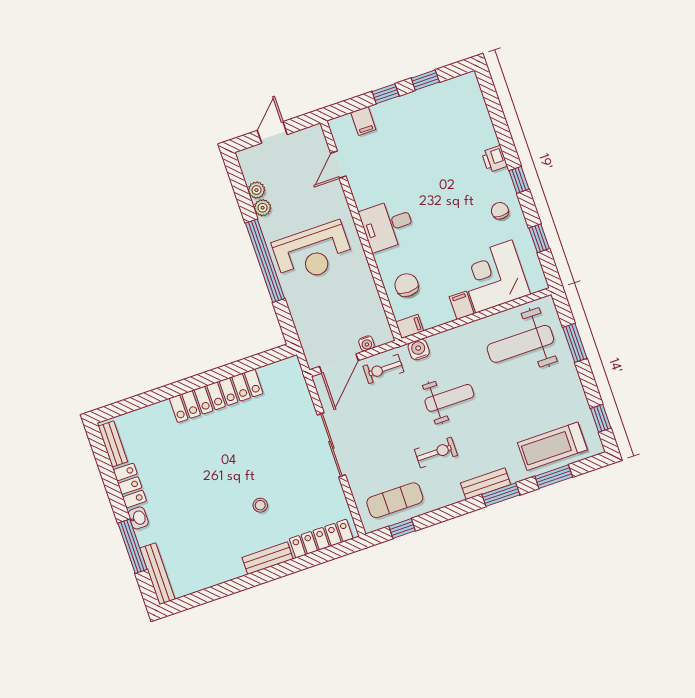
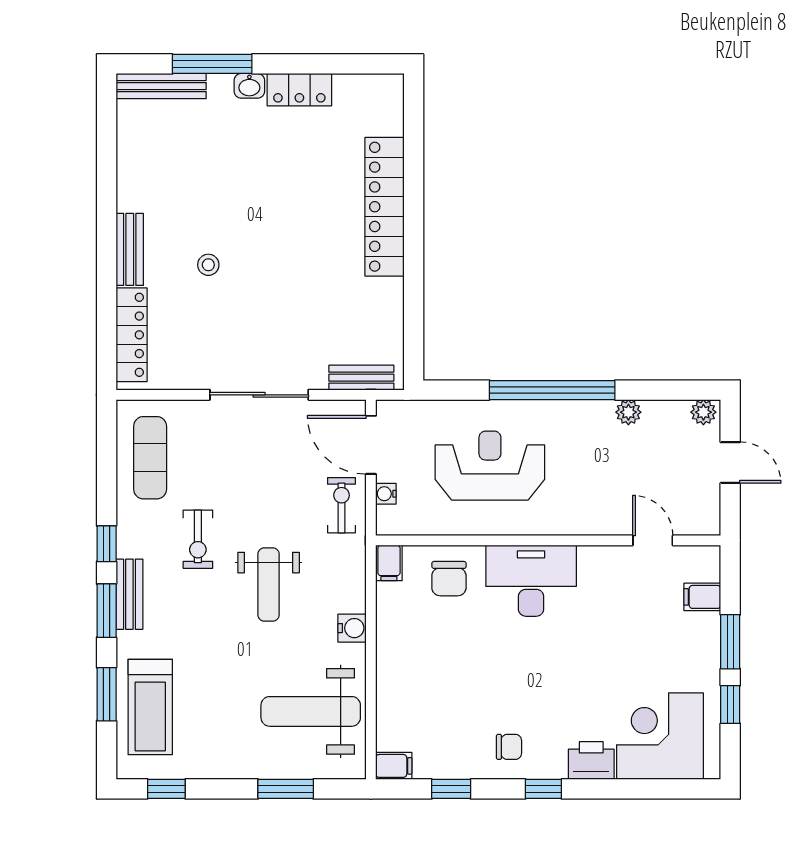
window: (386, 94) -> (730, 642), width x1.50
printer: (494, 159) -> (591, 761), width x1.36, depth x1.24
plant: (257, 190) -> (703, 412), moved
desk: (387, 225) -> (531, 581), width x1.37
reception desk: (313, 253) -> (490, 466), moved, turned 90
corner desk: (494, 276) -> (660, 736), moved, turned -90
chair: (407, 285) -> (449, 579), turned 90
filing cabinet: (462, 305) -> (394, 766), moved
weight bench: (520, 344) -> (311, 711), turned -90
water cooler: (419, 349) -> (352, 628), moved
locker: (216, 396) -> (385, 207), moved
bench: (113, 444) -> (361, 378), moved
treadmill: (552, 446) -> (150, 707), turned 180
window: (402, 529) -> (107, 544), moved

